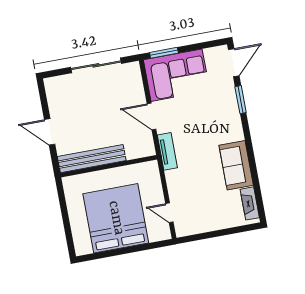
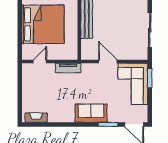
door: (152, 116) -> (108, 62), hinge flipped
tv unit: (167, 151) -> (68, 68), moved
sofa: (236, 165) -> (91, 113), moved

